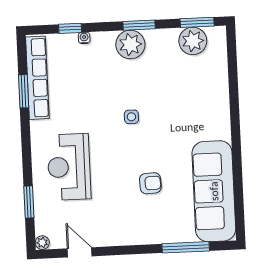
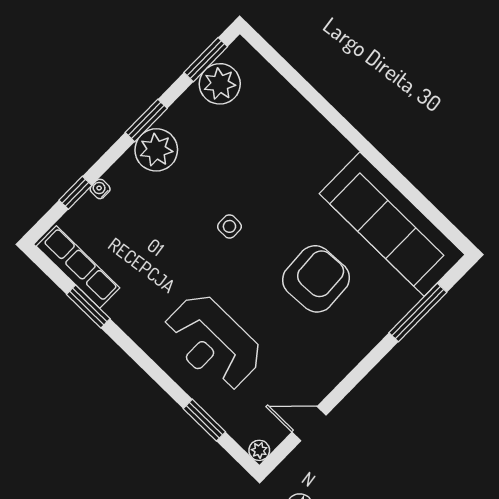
row of seats: (37, 78) -> (78, 267), width x0.73
armchair: (150, 183) -> (316, 279), width x1.88, depth x1.88

